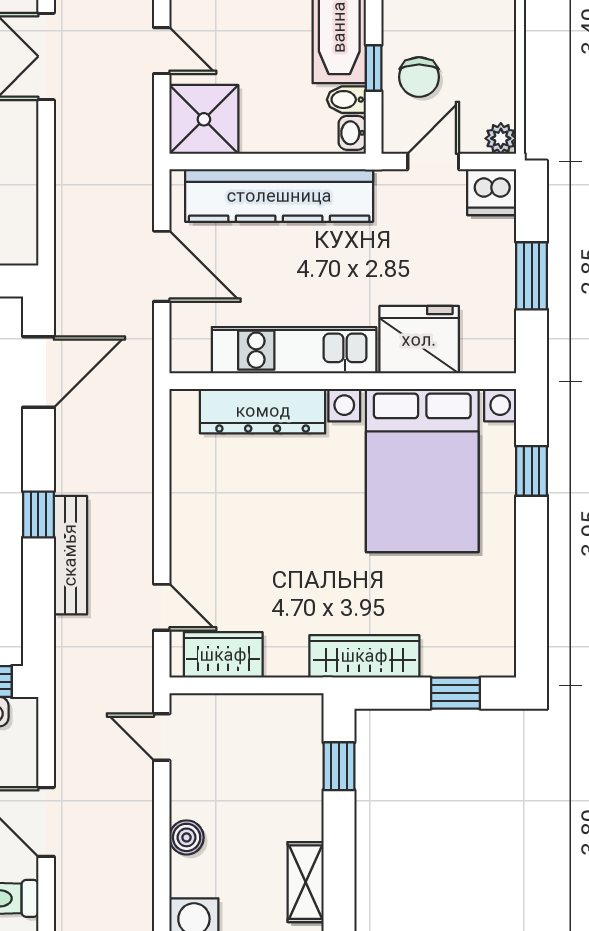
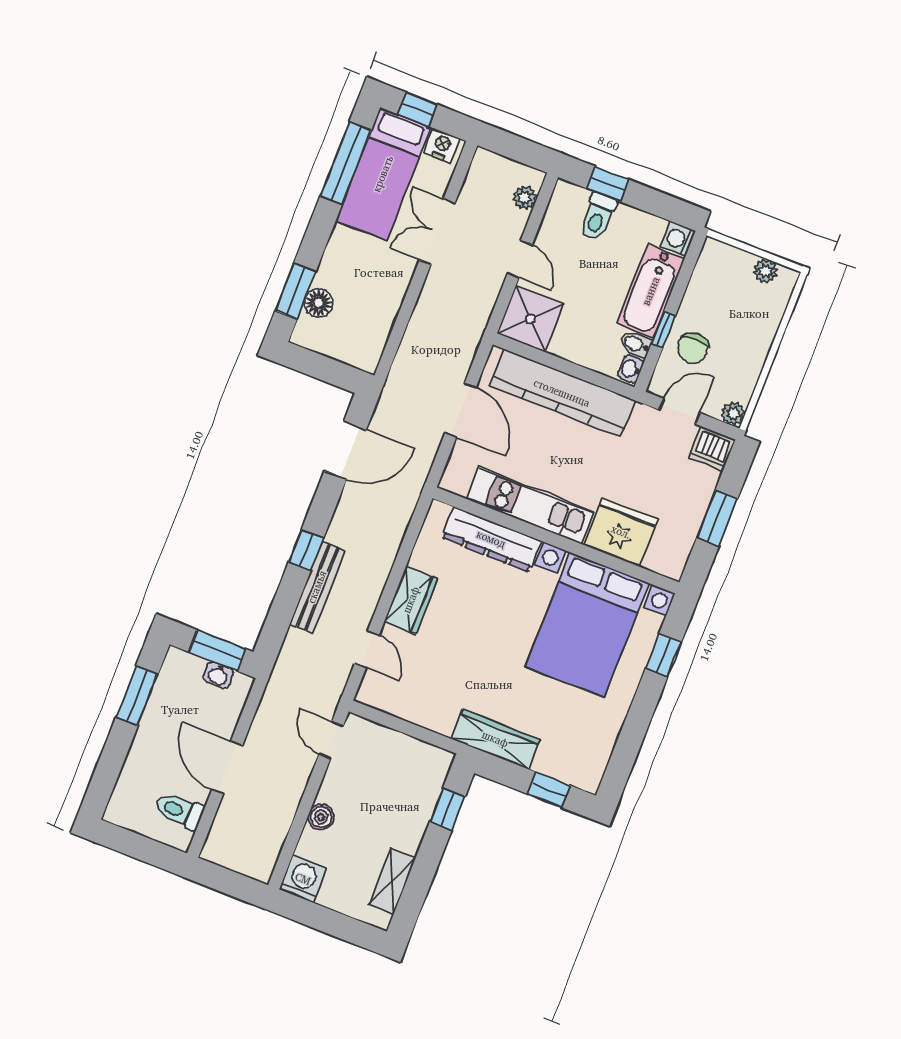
wardrobe: (223, 655) -> (411, 600), moved, turned 90

